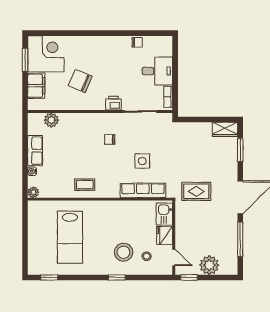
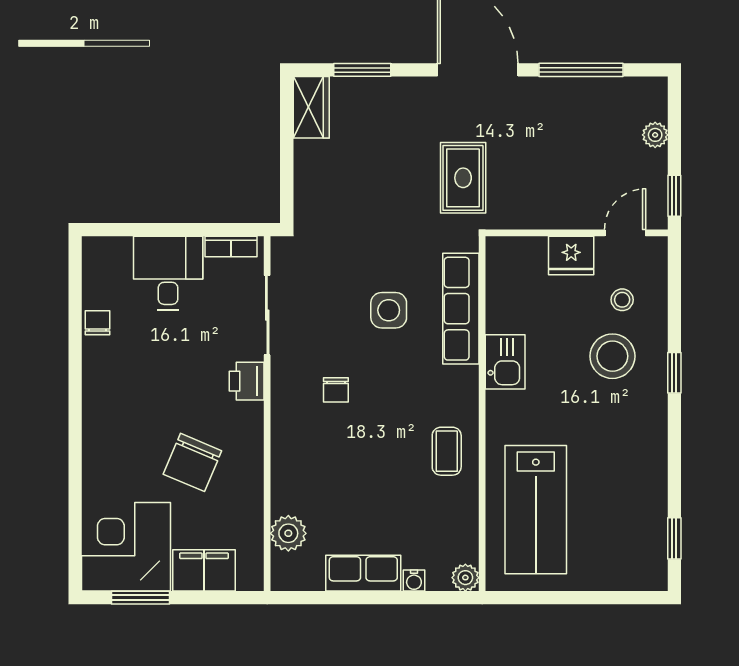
kitchen sink: (164, 214) -> (505, 362), moved, turned -90
lab bench: (70, 237) -> (536, 510), moved, turned 90
plant: (209, 265) -> (655, 135), width x0.53, depth x0.53

